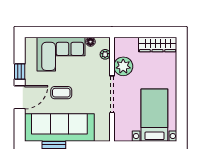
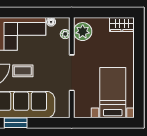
wardrobe: (158, 44) -> (122, 25), width x0.67
plant: (123, 66) -> (83, 32), moved

